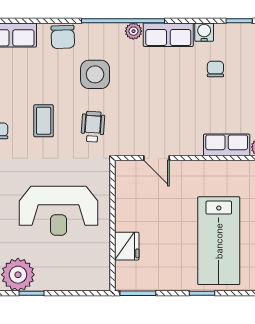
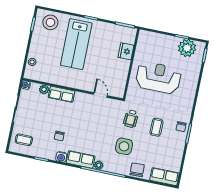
lab bench: (219, 241) -> (76, 44), turned 180

